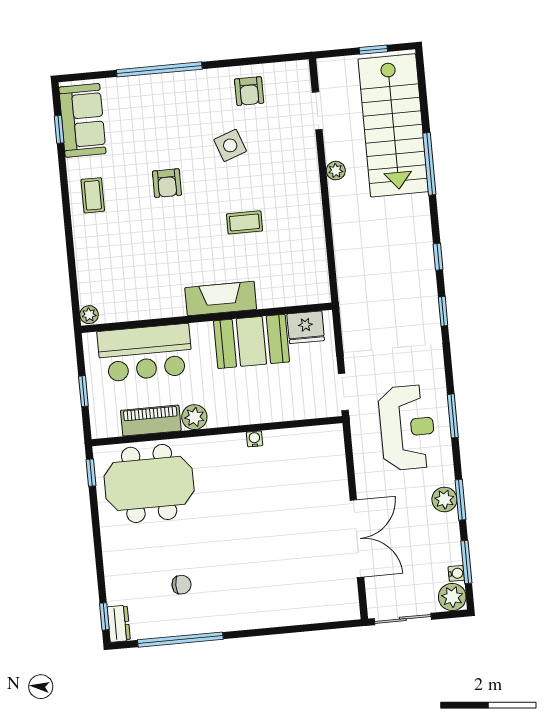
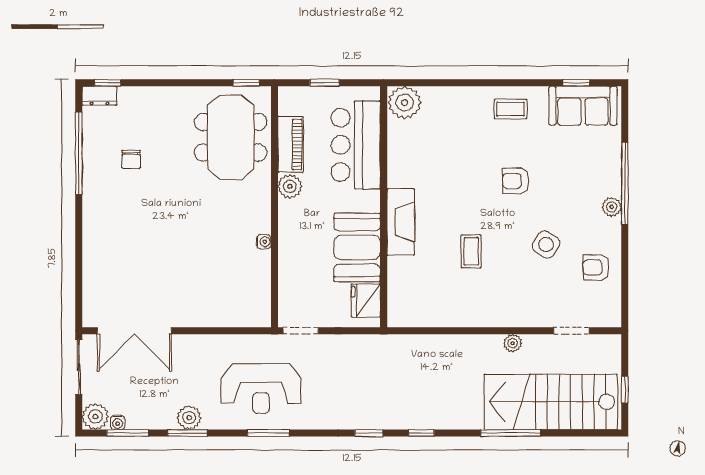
plant: (185, 81) -> (612, 207), added
side table: (230, 145) -> (546, 245), turned -37
plant: (89, 315) -> (405, 103), width x1.87, depth x1.87
double door: (357, 539) -> (134, 331), moved

